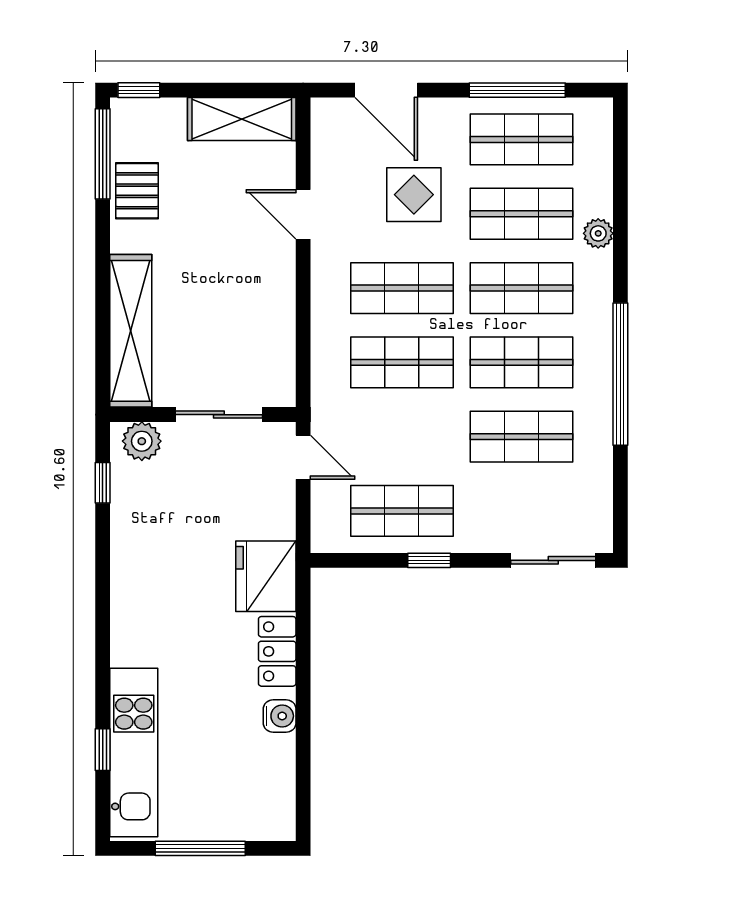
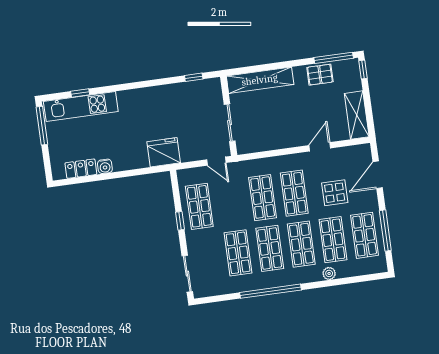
plant: (142, 441) -> (214, 91), removed
door: (303, 457) -> (216, 161), hinge flipped
locker: (277, 651) -> (81, 169), moved
window: (200, 848) -> (42, 126), moved

